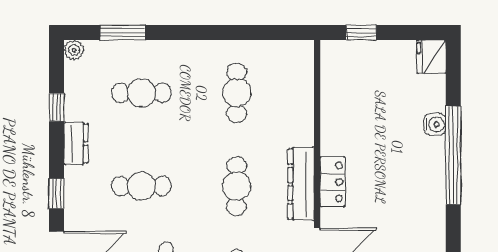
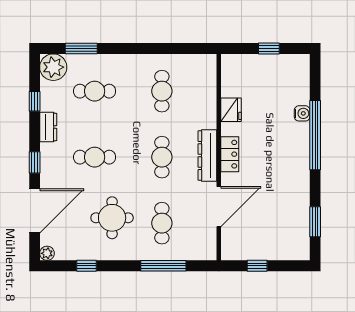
window: (361, 33) -> (269, 48), moved
plant: (74, 50) -> (53, 67), width x1.87, depth x1.87
fridge: (431, 57) -> (231, 110), moved, turned 180

